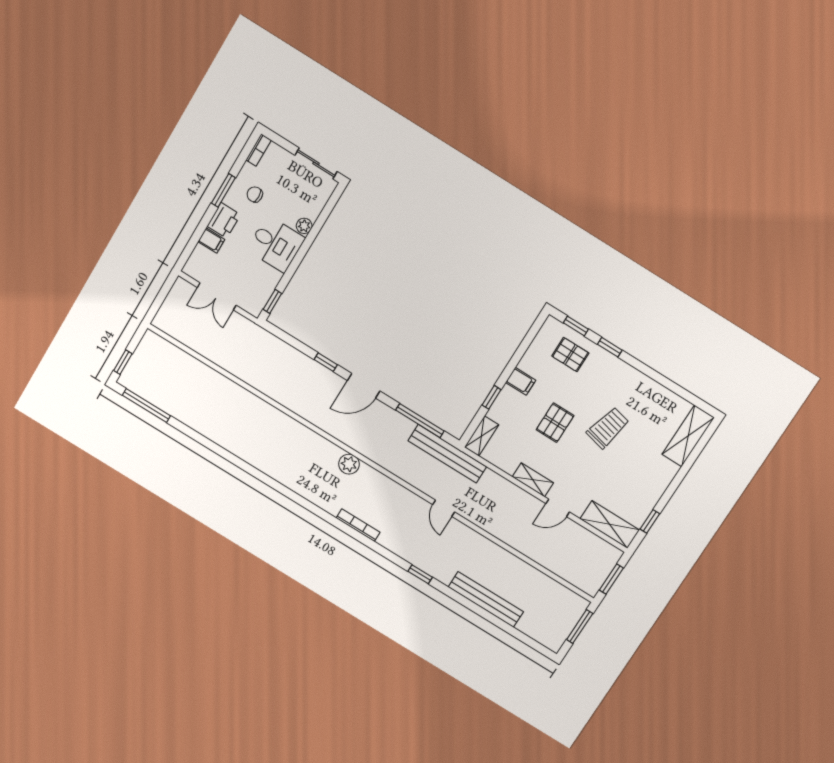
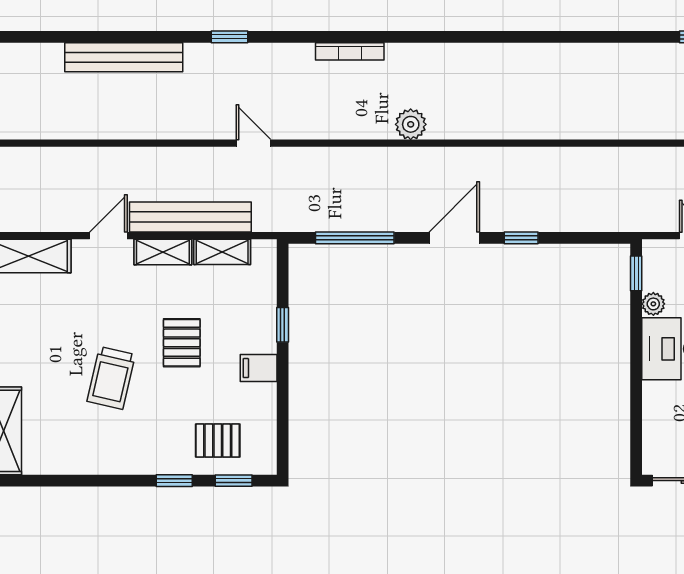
plant: (304, 226) -> (653, 304), moved
shelving: (481, 436) -> (222, 252), moved, turned 90
bench: (447, 454) -> (190, 217), moved

